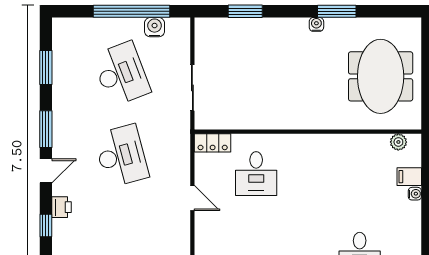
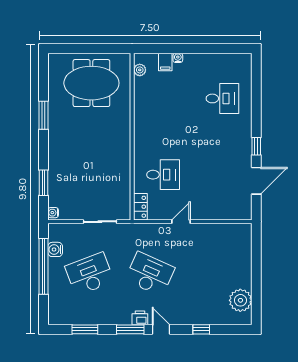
water cooler: (316, 24) -> (53, 213), moved
desk: (121, 156) -> (150, 274), turned 39
printer: (62, 207) -> (140, 318), moved

